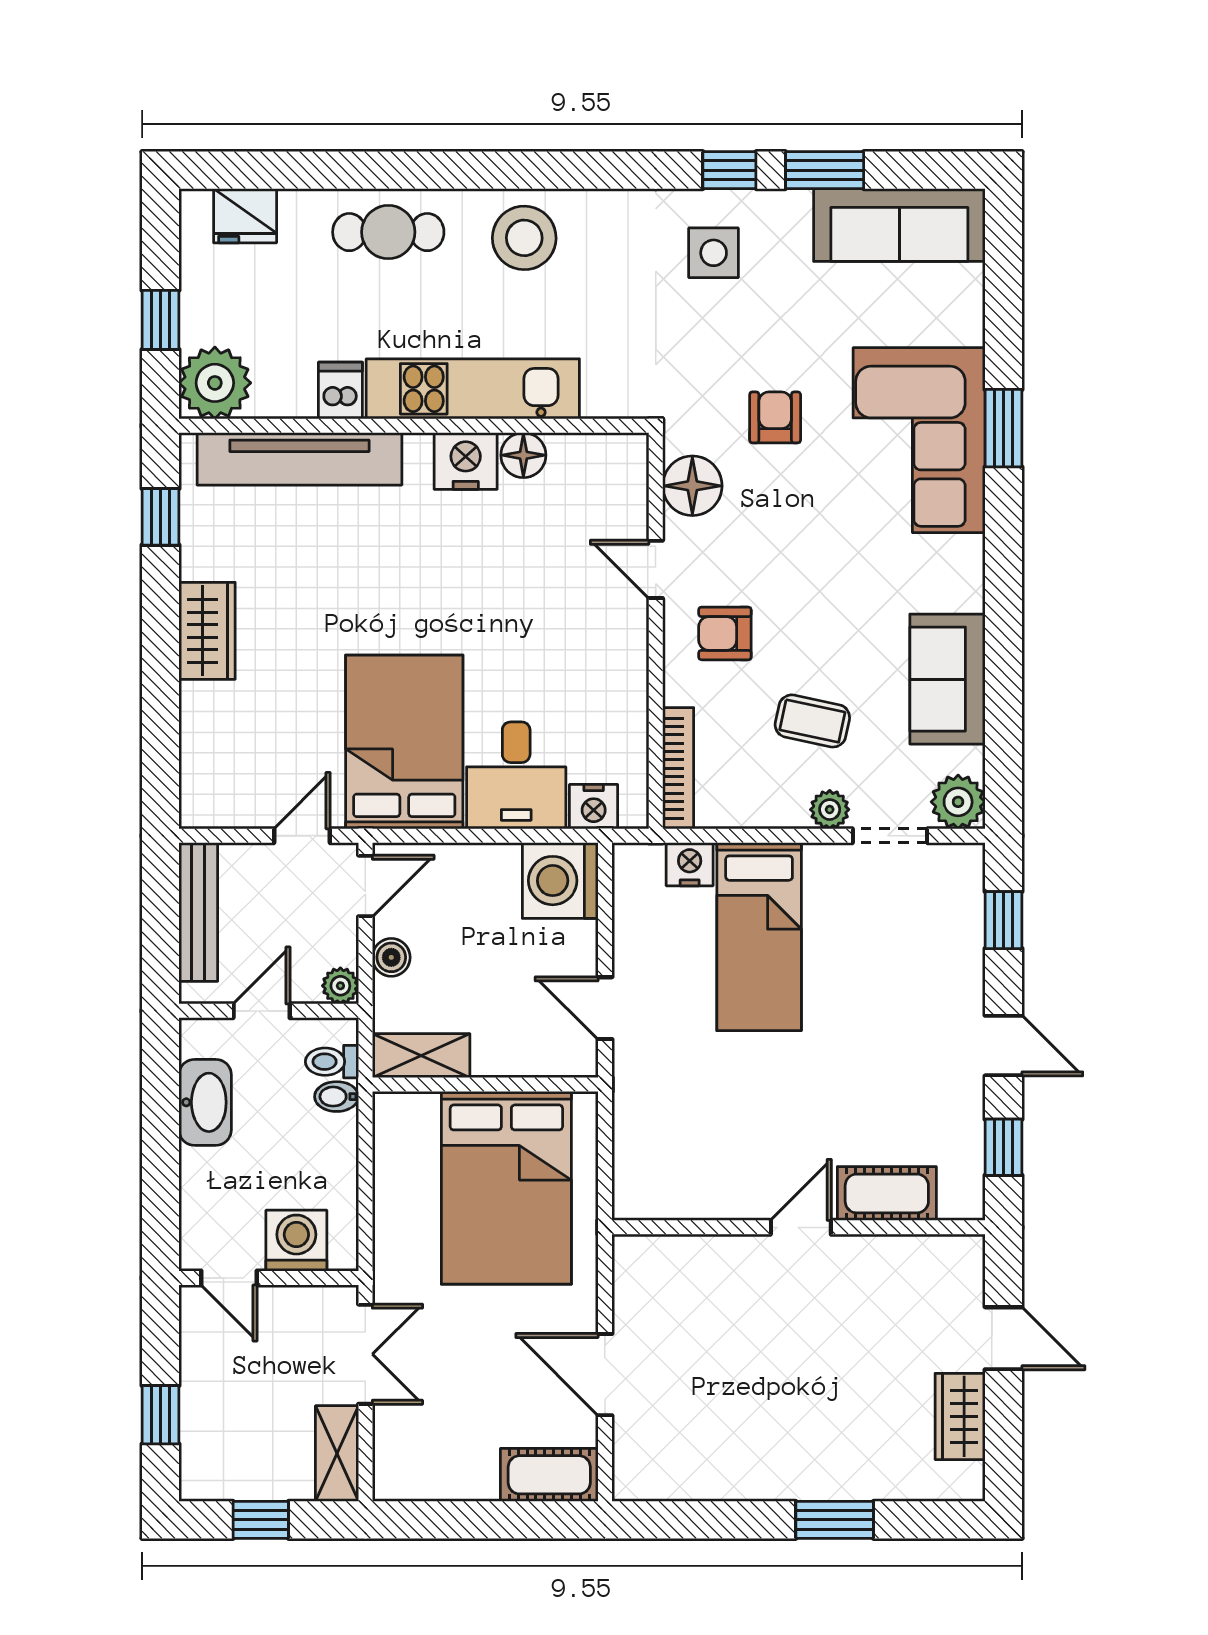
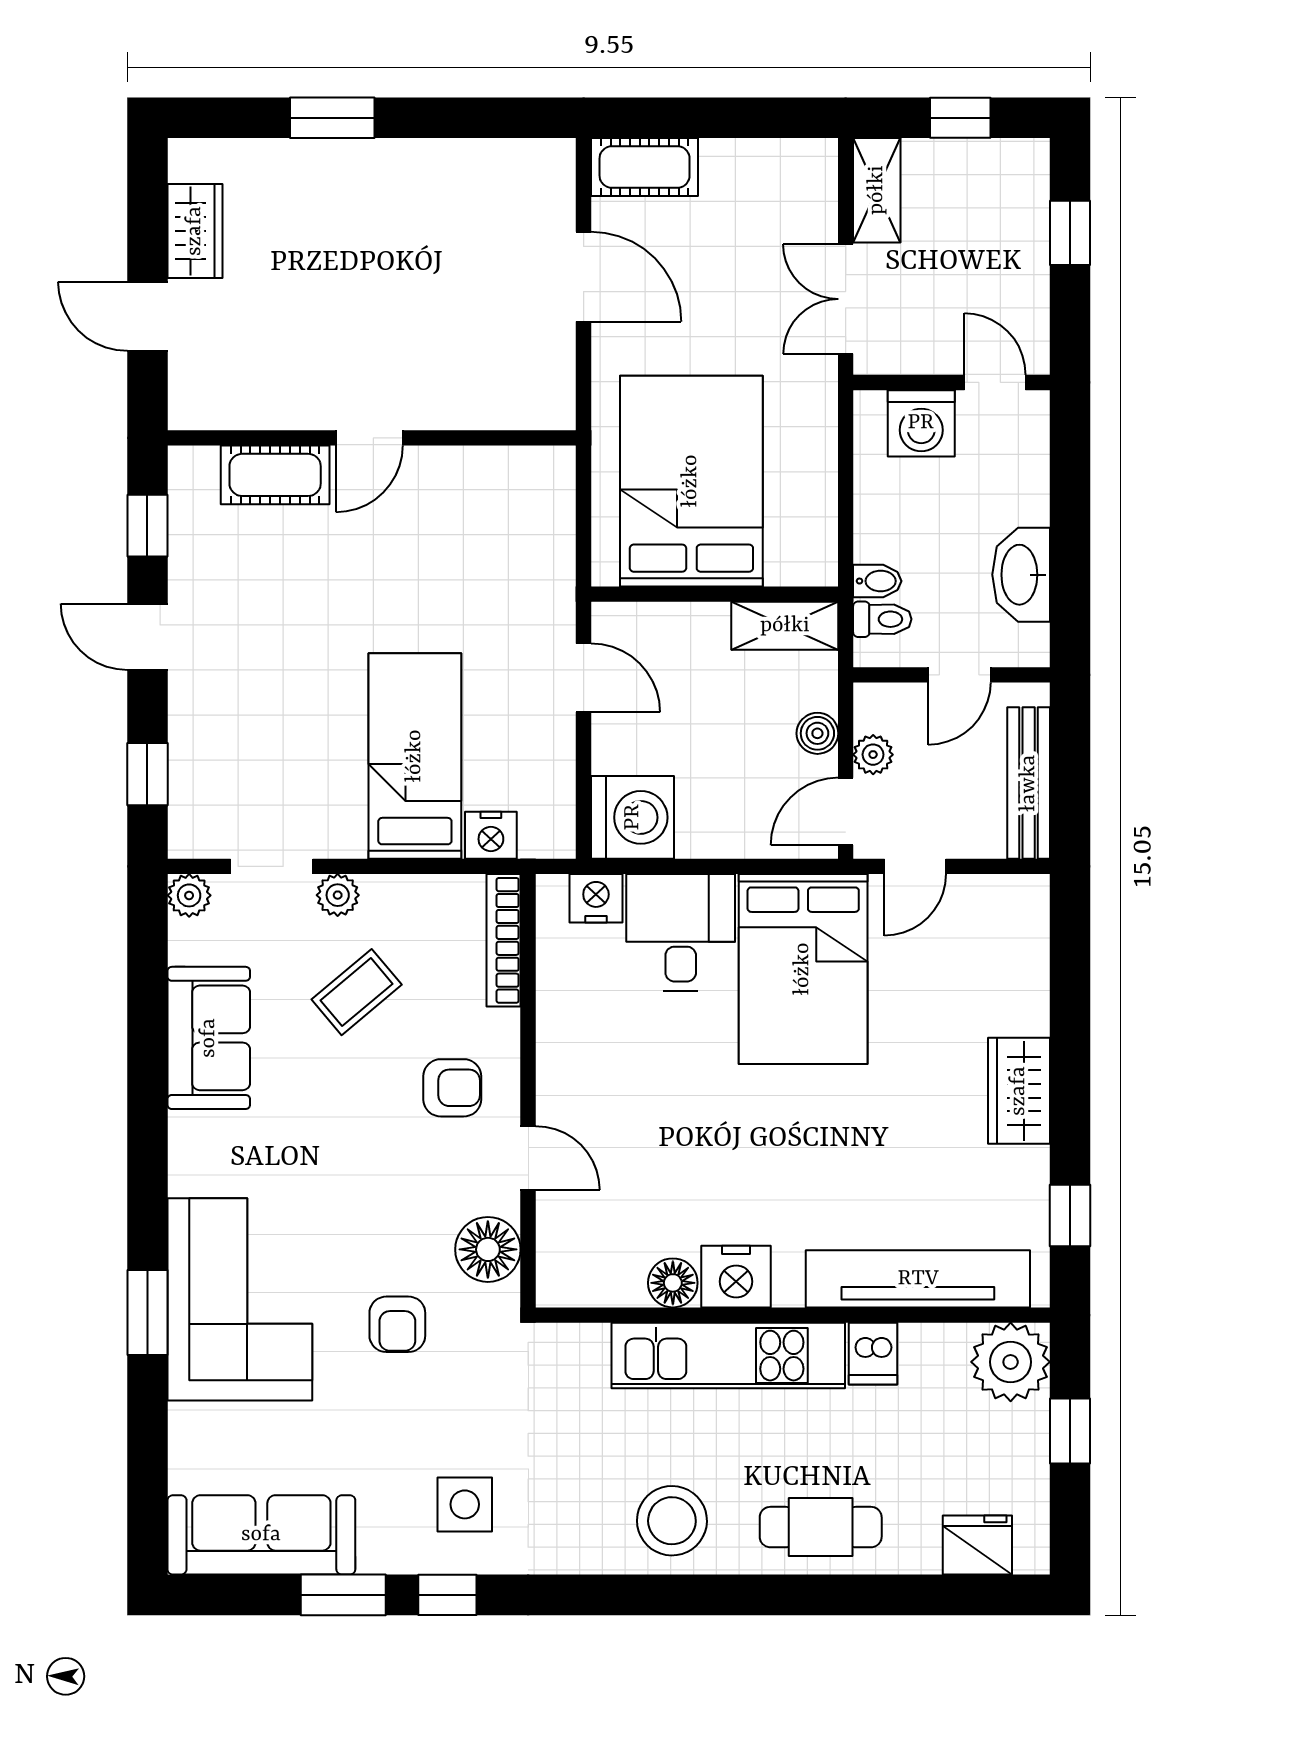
coffee table: (812, 721) -> (357, 992), turned -52
plant: (958, 802) -> (189, 895), width x0.73, depth x0.73
plant: (340, 986) -> (873, 755), moved

